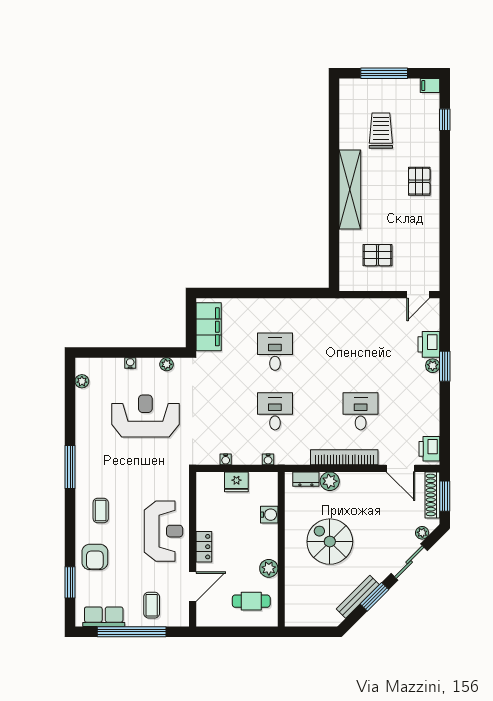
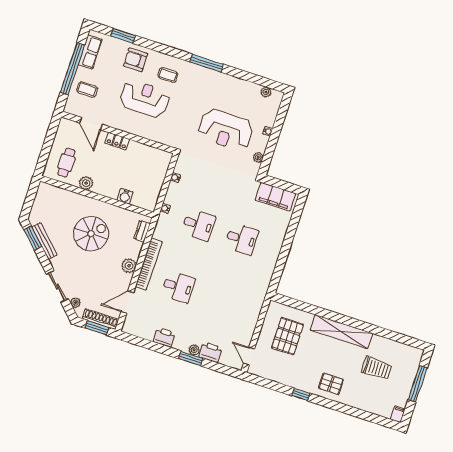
window: (445, 120) -> (301, 394), moved
pallet: (378, 255) -> (287, 336), width x1.50, depth x1.42
reception desk: (145, 416) -> (226, 130), turned 90
printer: (429, 449) -> (164, 337), moved
plant: (330, 481) -> (129, 266), moved
fridge: (236, 482) -> (156, 180), removed
reception desk: (164, 531) -> (145, 99), moved, turned 180
window: (374, 597) -> (33, 238), moved

